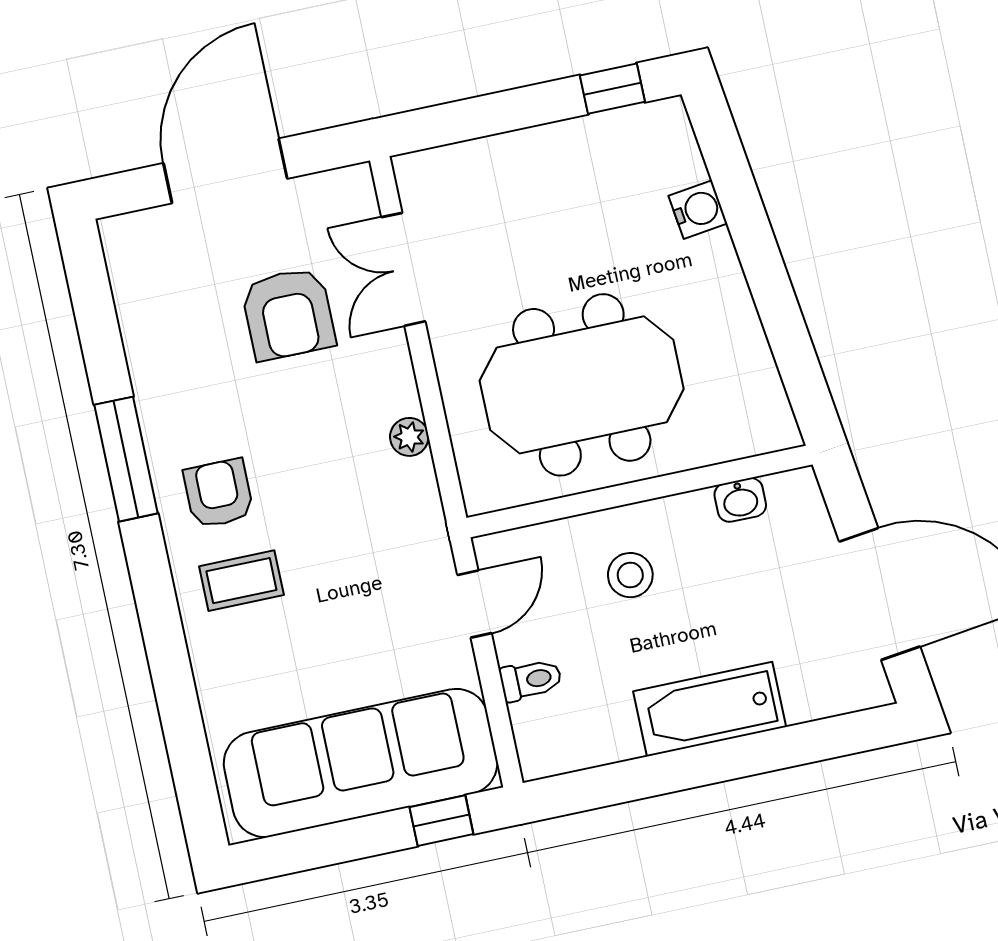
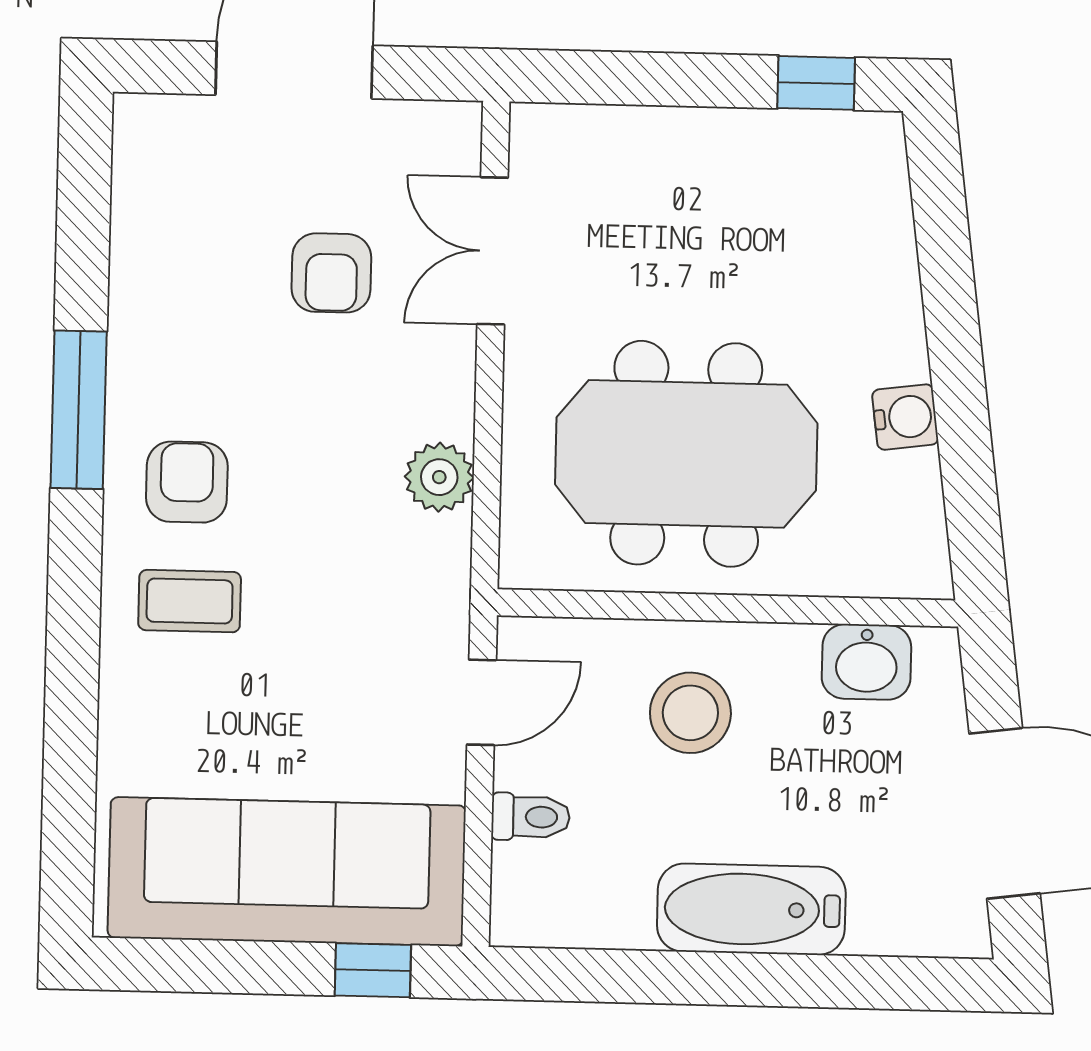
water cooler: (698, 210) -> (905, 417), moved
armchair: (288, 314) -> (331, 273), width x0.72, depth x0.72
plant: (409, 437) -> (439, 477), width x1.38, depth x1.38
washbasin: (740, 500) -> (866, 662), width x1.38, depth x1.45
stool: (630, 575) -> (690, 713), width x1.38, depth x1.38

